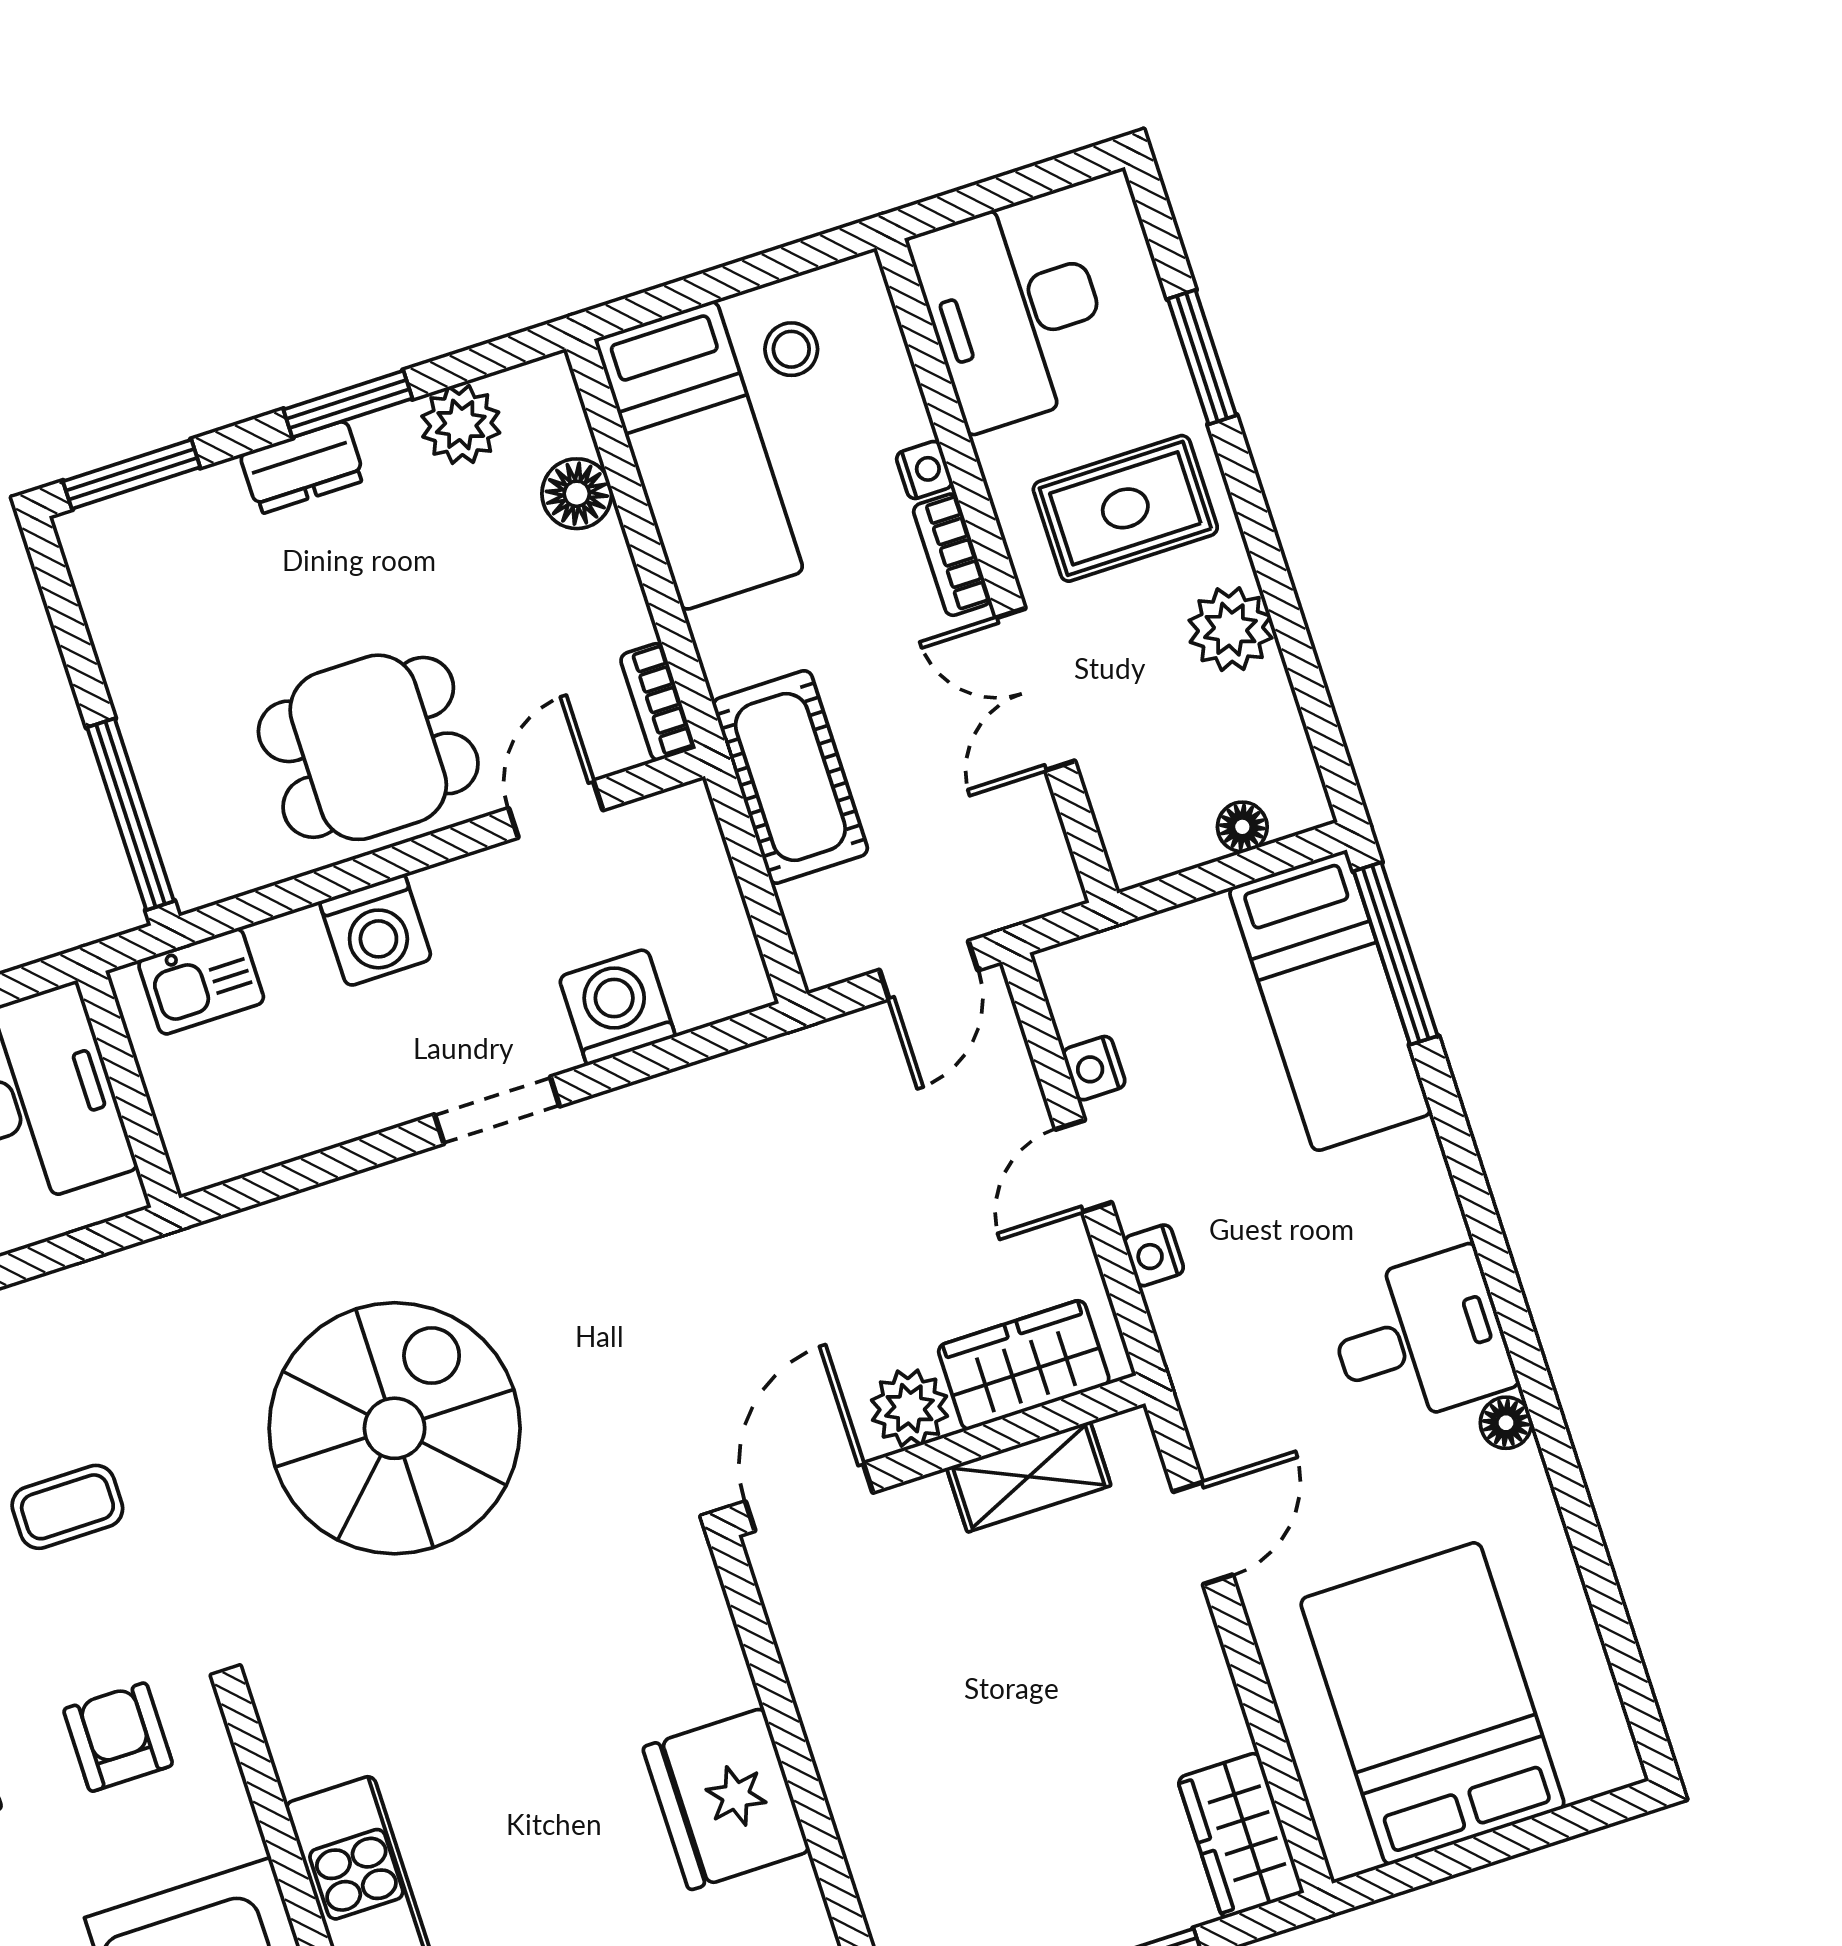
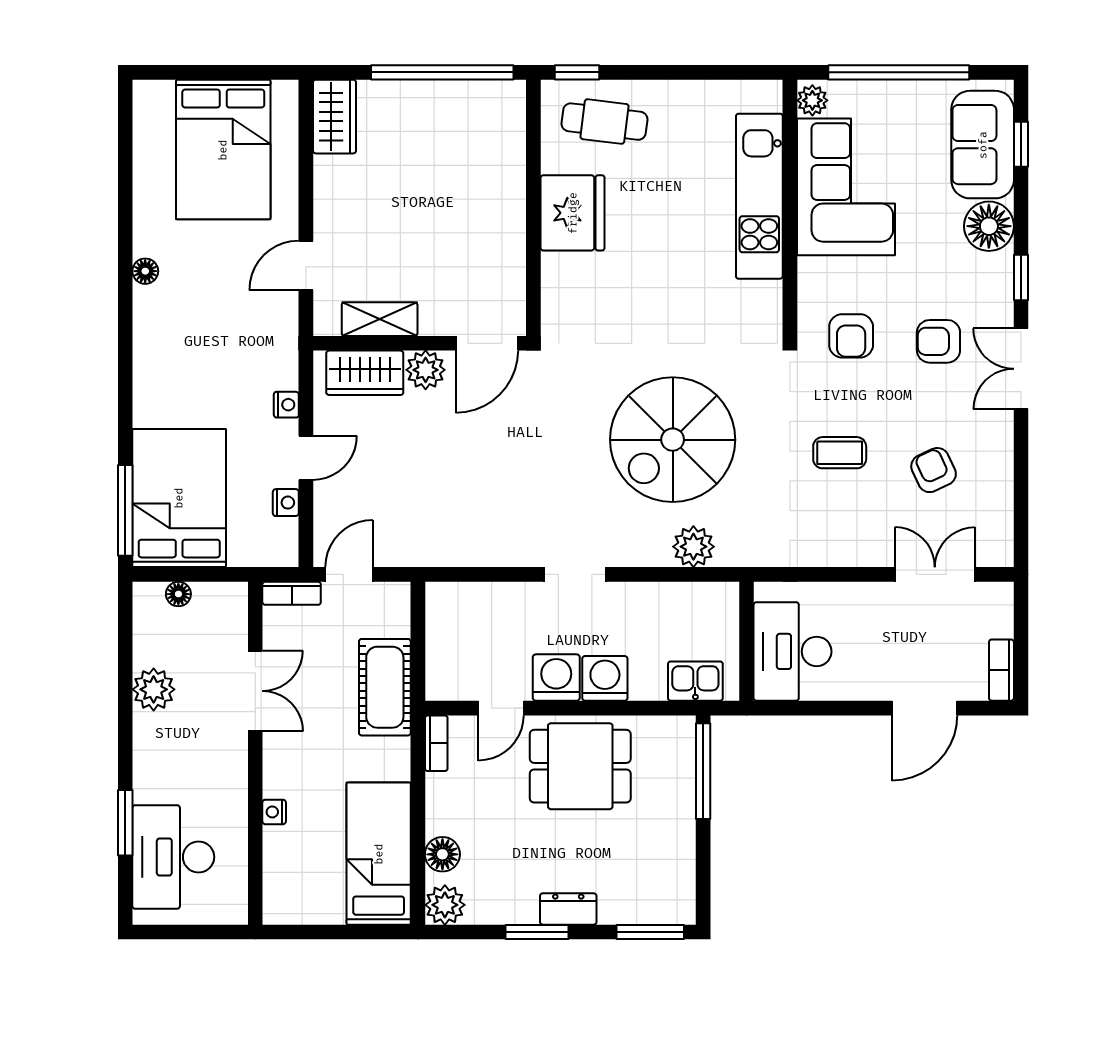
desk: (1014, 312) -> (173, 857), moved, turned 180
stool: (791, 349) -> (319, 890), removed
plant: (461, 424) -> (445, 905), moved
rug: (1125, 508) -> (185, 763), removed
bookcase: (952, 555) -> (292, 593), moved, turned 90
bed: (1330, 1001) -> (179, 498), width x1.50
washing machine: (617, 1007) -> (556, 678), moved, turned 180
plant: (288, 1237) -> (693, 547), added
desk: (1420, 1338) -> (173, 324), removed

